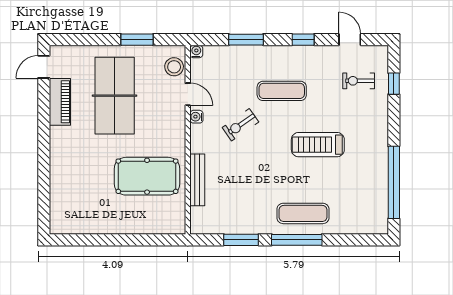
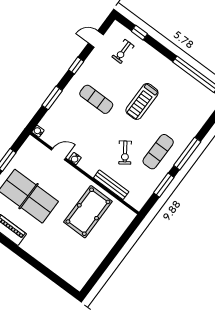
stool: (174, 67) -> (37, 150), removed
exercise mat: (282, 91) -> (96, 99), turned 90
exercise bike: (240, 125) -> (125, 153), moved
exercise mat: (303, 213) -> (158, 152), moved

